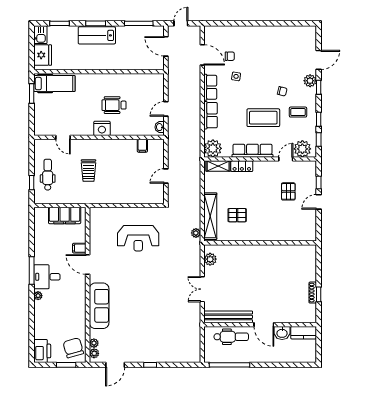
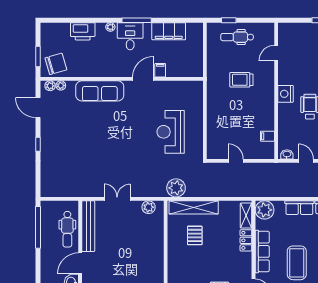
dental chair: (48, 175) -> (237, 37), turned 180
filing cabinet: (65, 215) -> (169, 31), moved, turned -90
plant: (196, 233) -> (176, 188), width x1.88, depth x1.88
printer: (42, 351) -> (83, 31), moved

